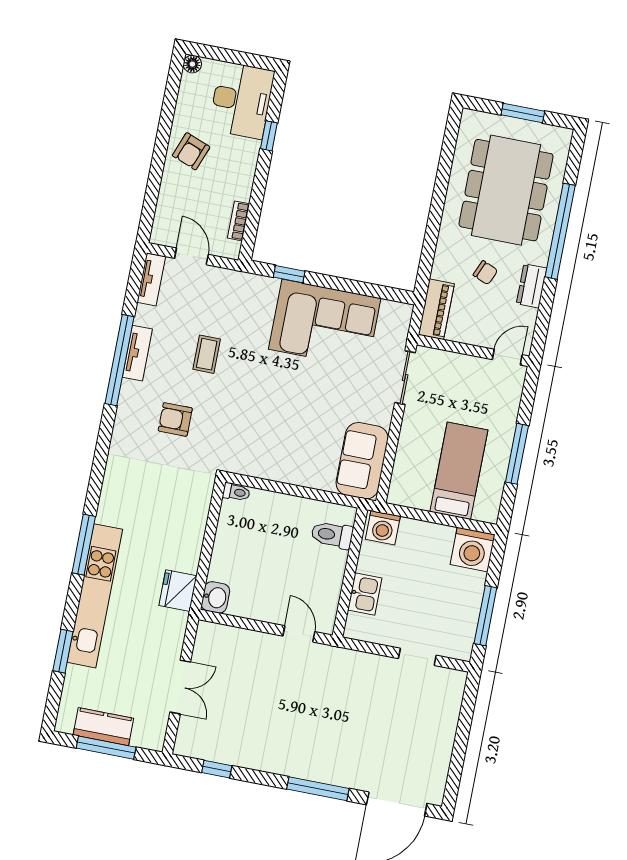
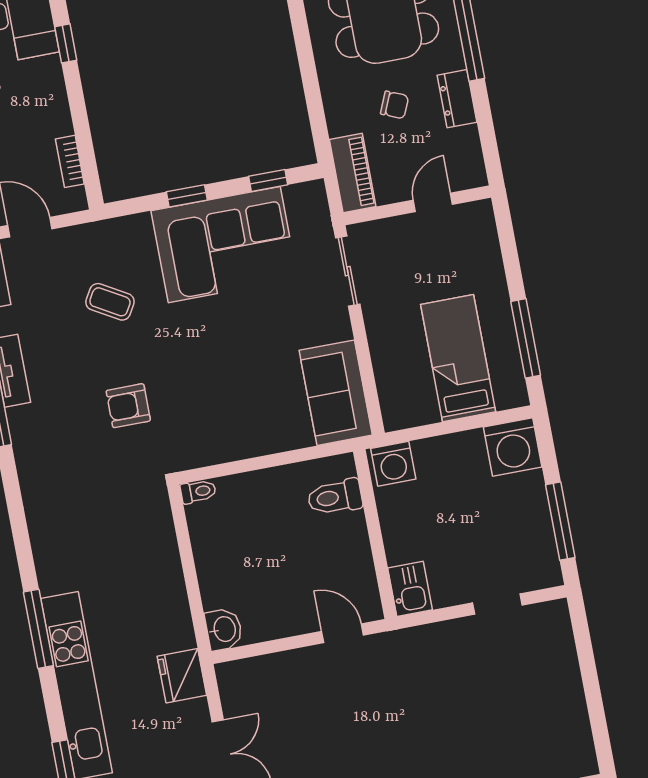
window: (289, 274) -> (187, 196), moved
window: (374, 291) -> (268, 181), added
coffee table: (207, 354) -> (110, 302), moved, turned -60
door: (507, 357) -> (433, 202), moved
armchair: (175, 419) -> (128, 406), moved
window: (517, 454) -> (526, 338), moved
fridge: (178, 591) -> (182, 676), moved
kitchen sink: (365, 594) -> (410, 589), moved

